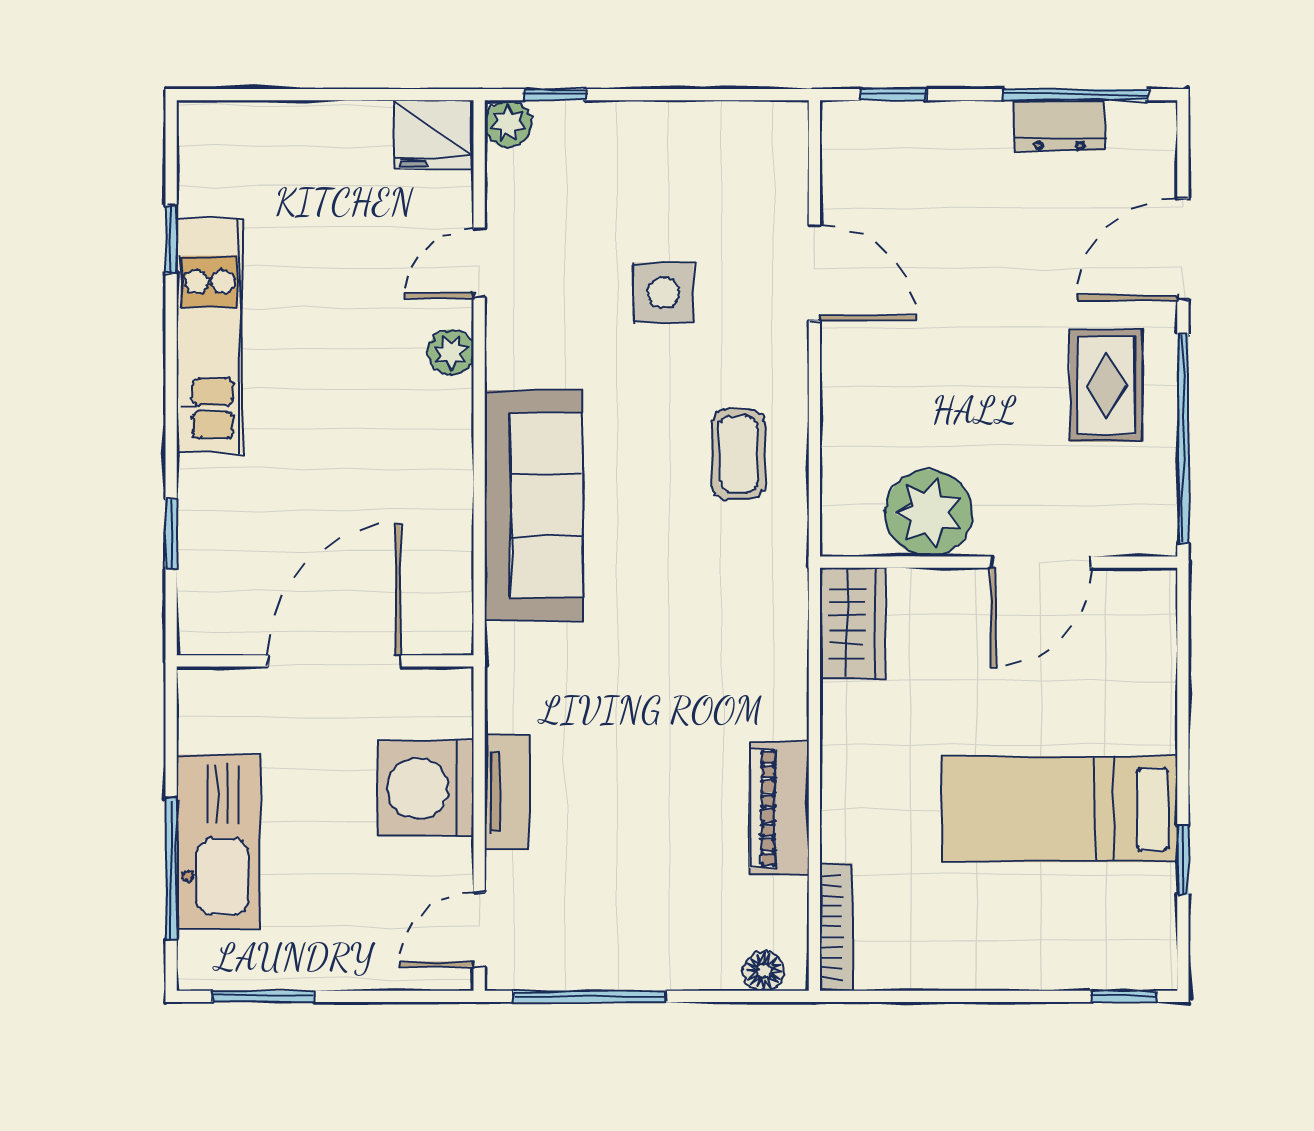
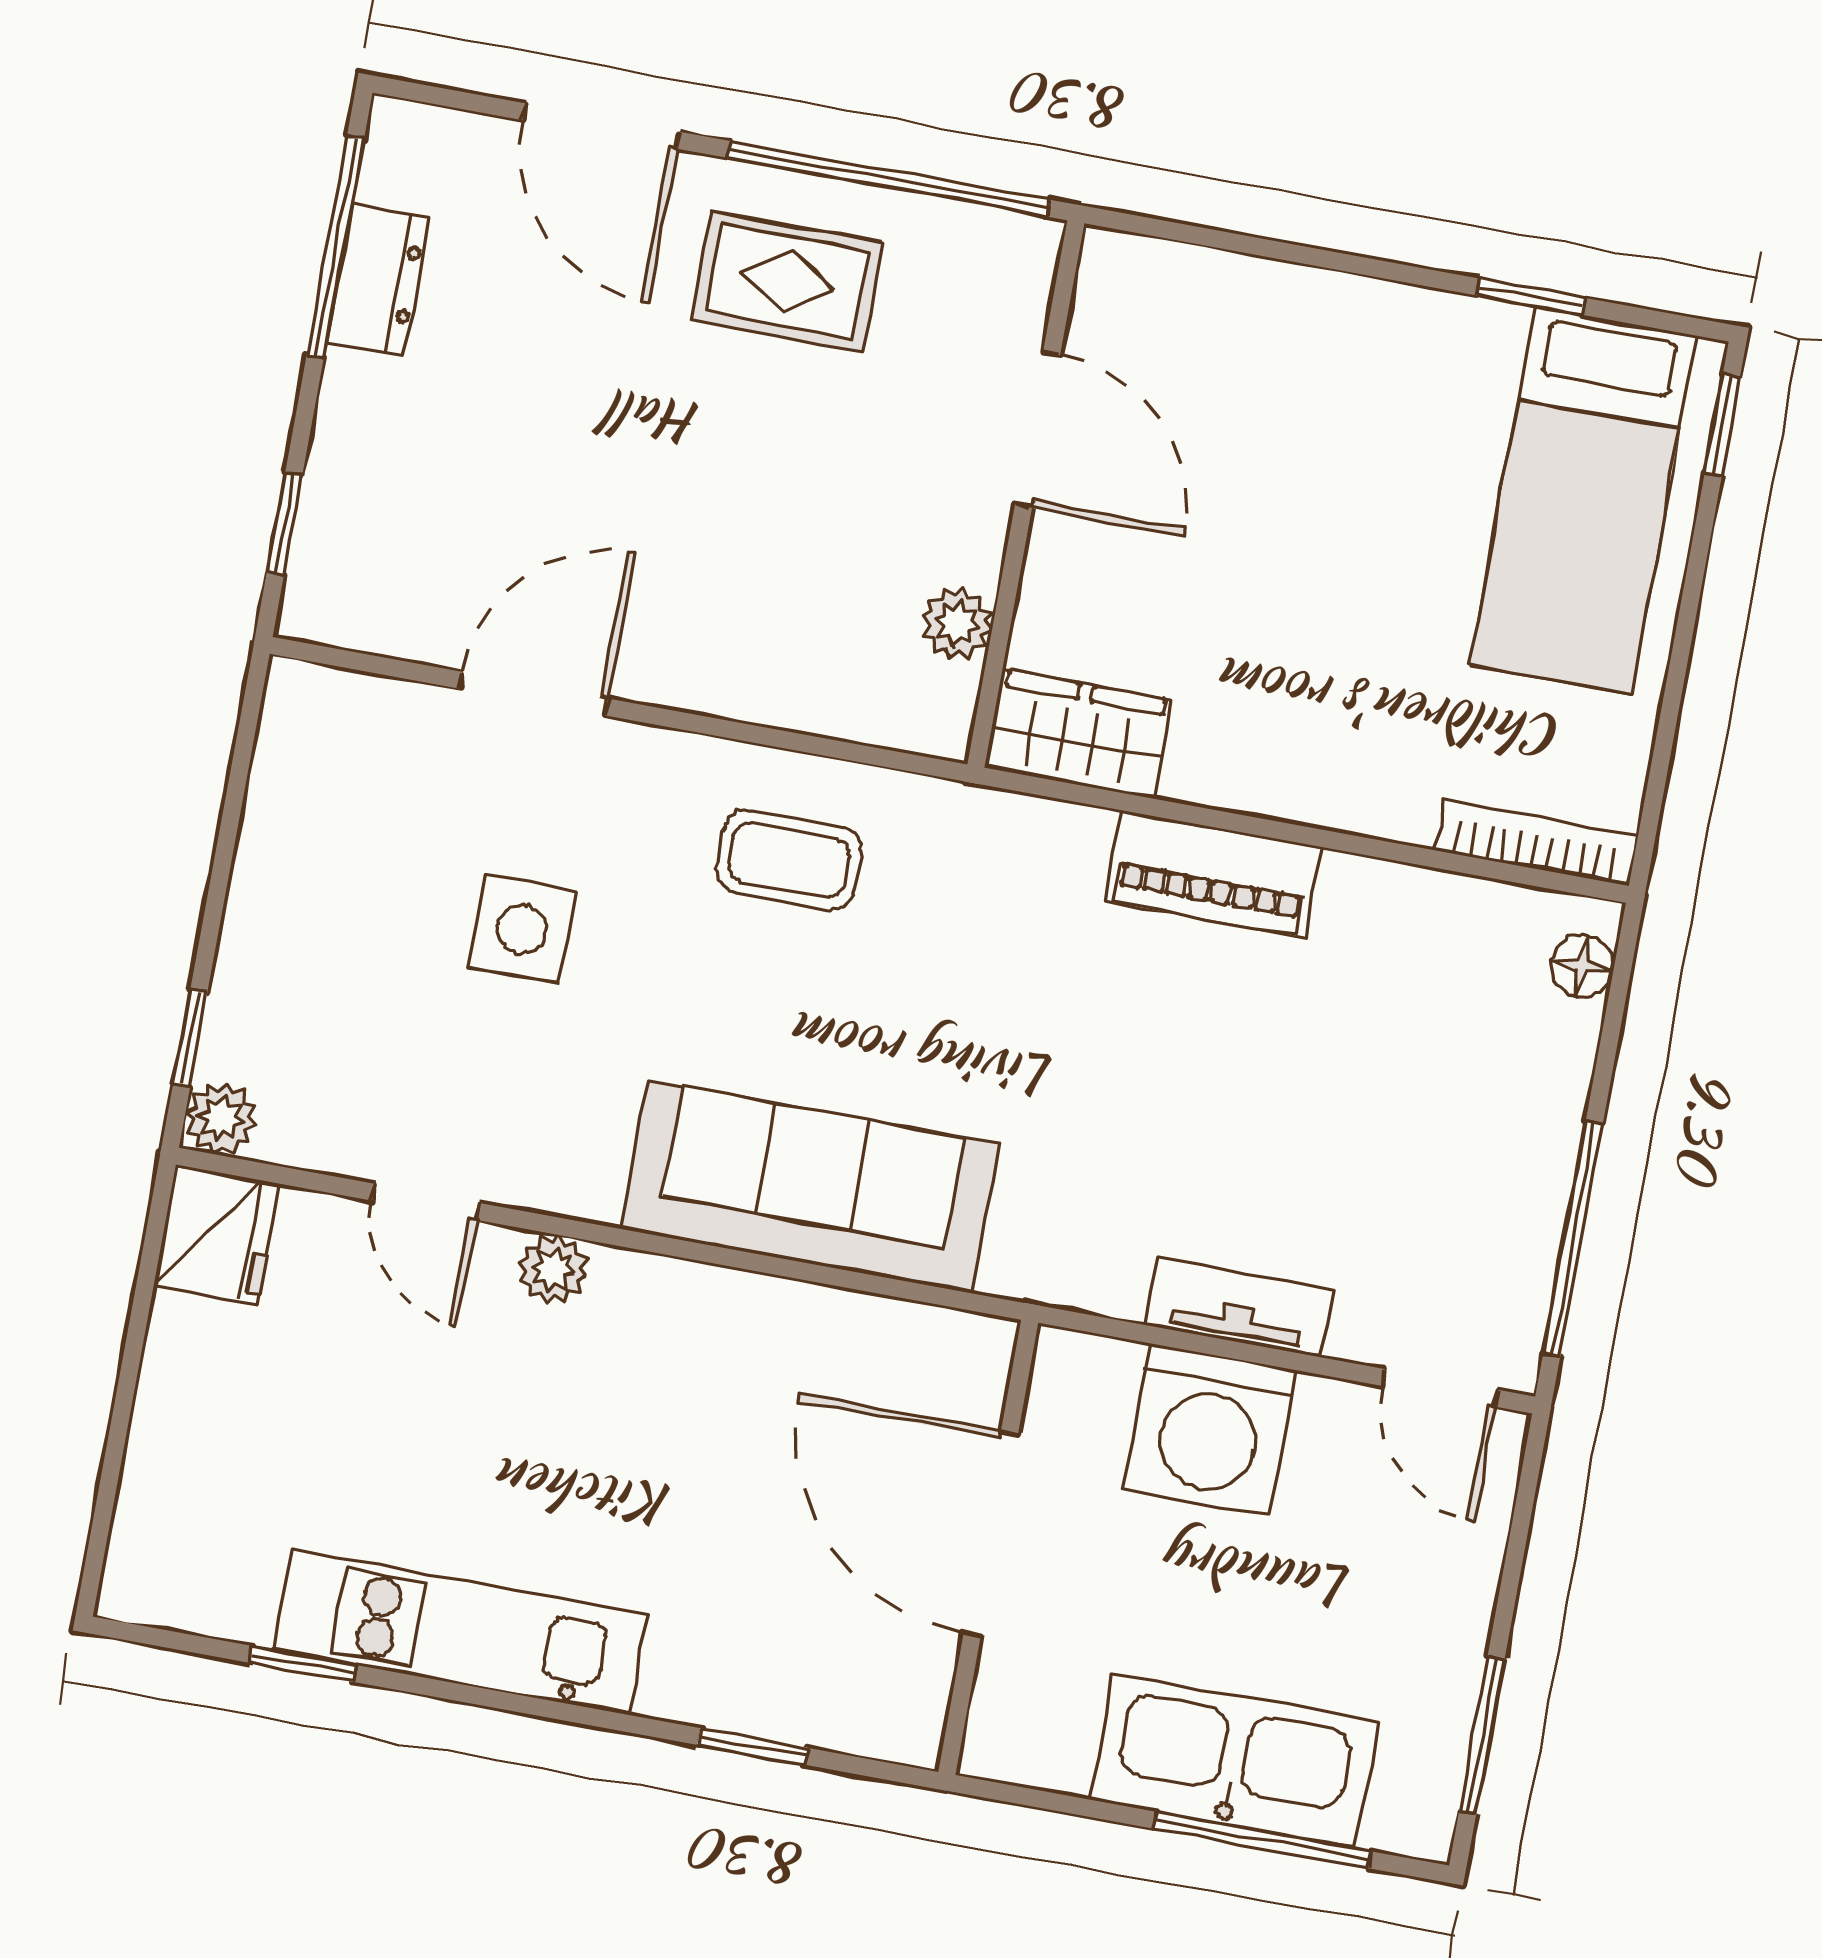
plant: (929, 513) -> (957, 623), width x0.53, depth x0.53
piano: (779, 808) -> (1213, 874), moved
bed: (1060, 809) -> (1583, 500), moved

